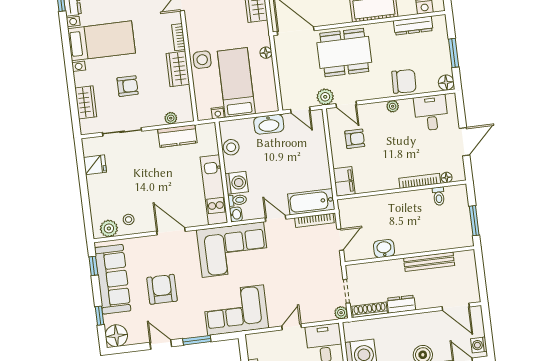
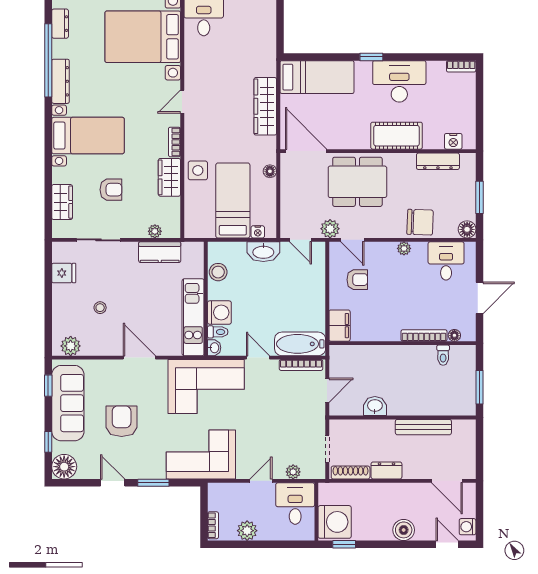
nightstand: (218, 113) -> (258, 232), moved
stool: (129, 219) -> (100, 308), moved
plant: (341, 313) -> (293, 472), moved

